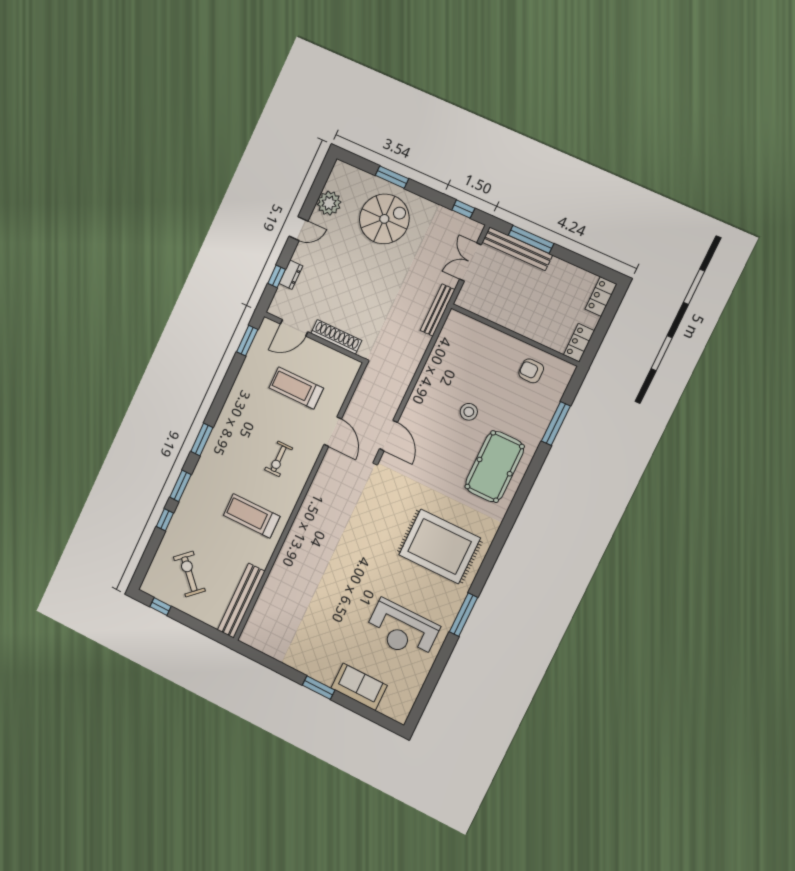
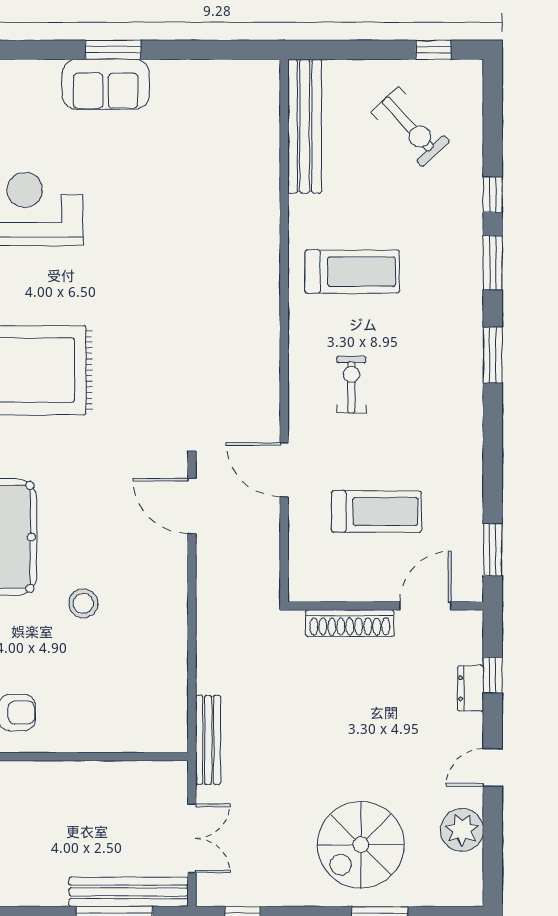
sofa: (359, 687) -> (106, 84), moved

